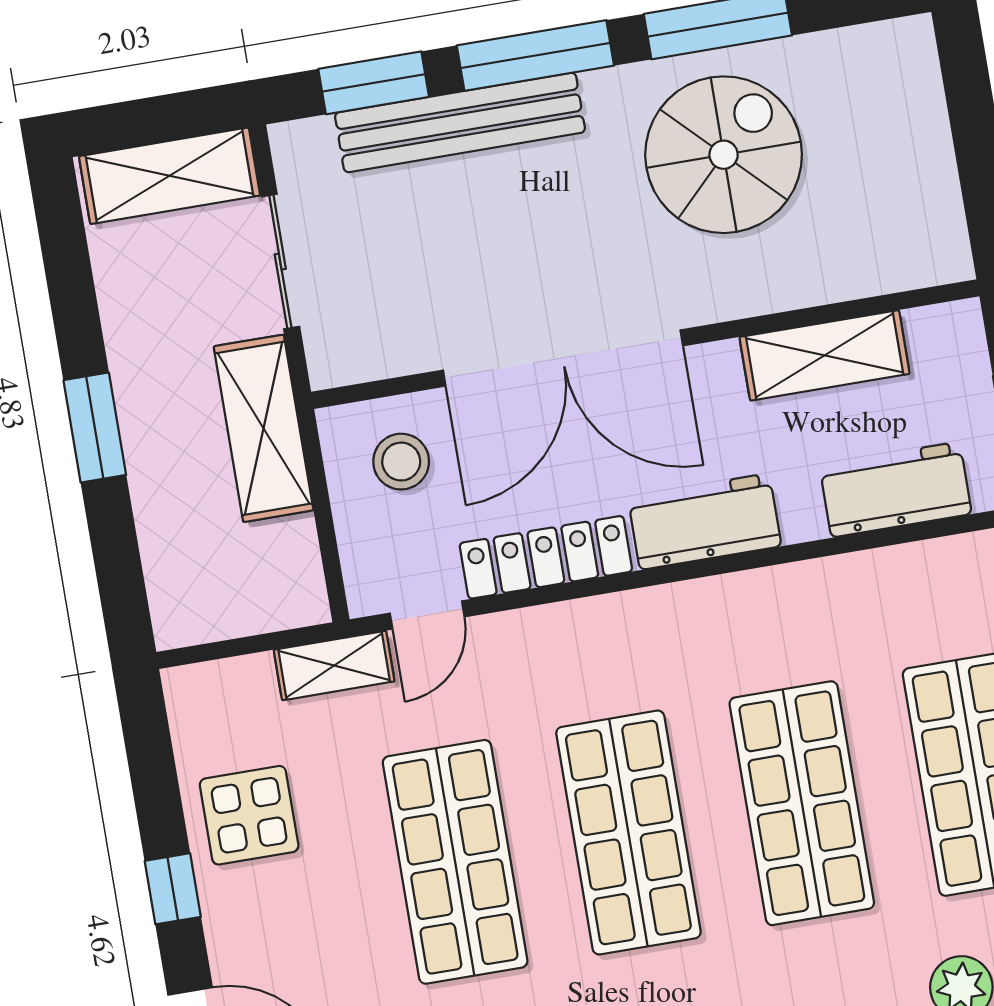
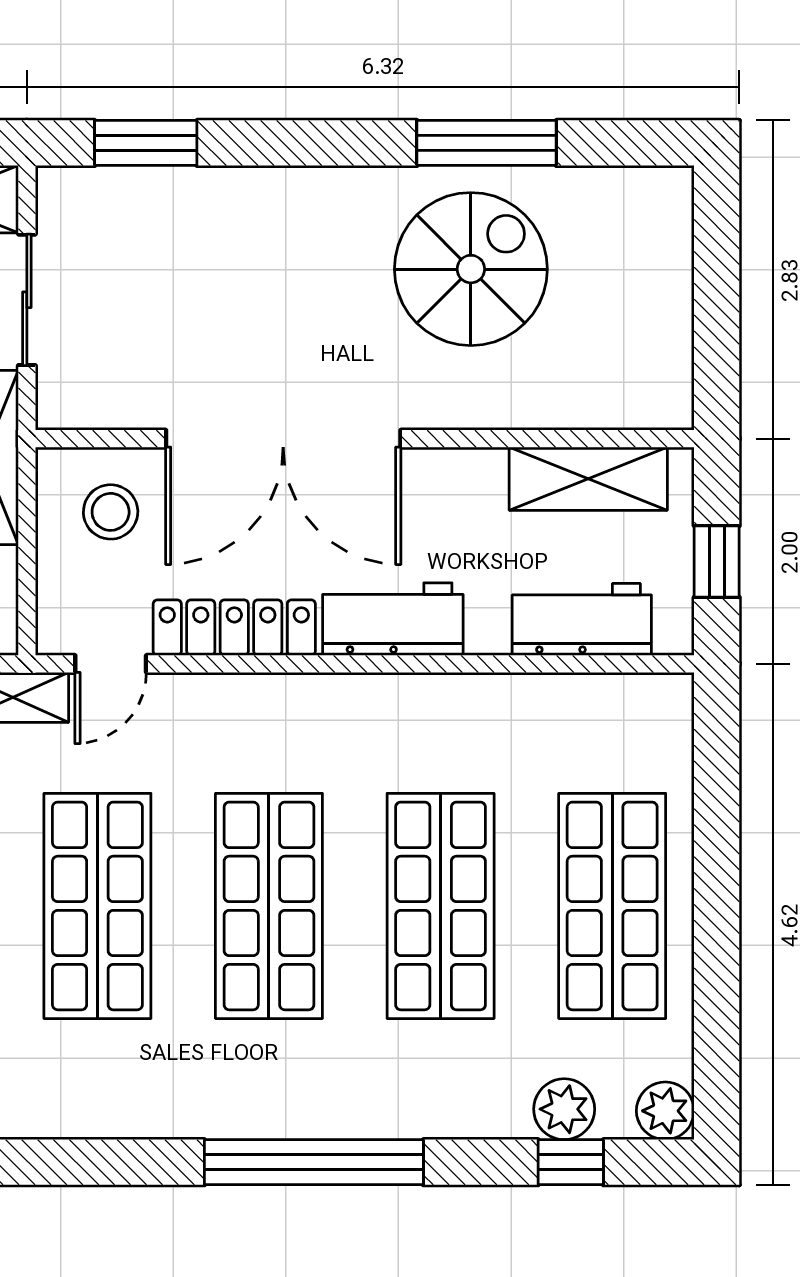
window: (535, 55) -> (306, 143), removed
bench: (460, 122) -> (222, 195), removed
shelving: (825, 355) -> (588, 479), moved

